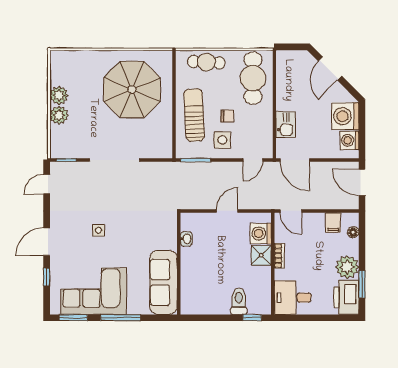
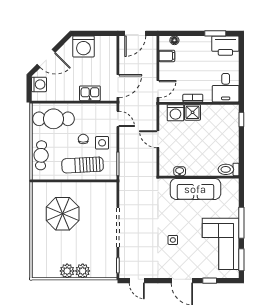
parasol: (132, 90) -> (63, 214), width x0.73, depth x0.73
washing machine: (349, 140) -> (39, 84), moved, turned -90
plant: (347, 267) -> (202, 45), removed
sofa: (164, 282) -> (195, 189), moved
toilet: (239, 301) -> (229, 169), moved

